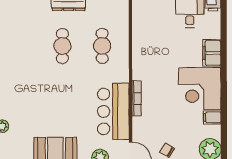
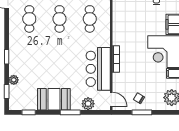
cafe table: (23, 46) -> (29, 19), added

